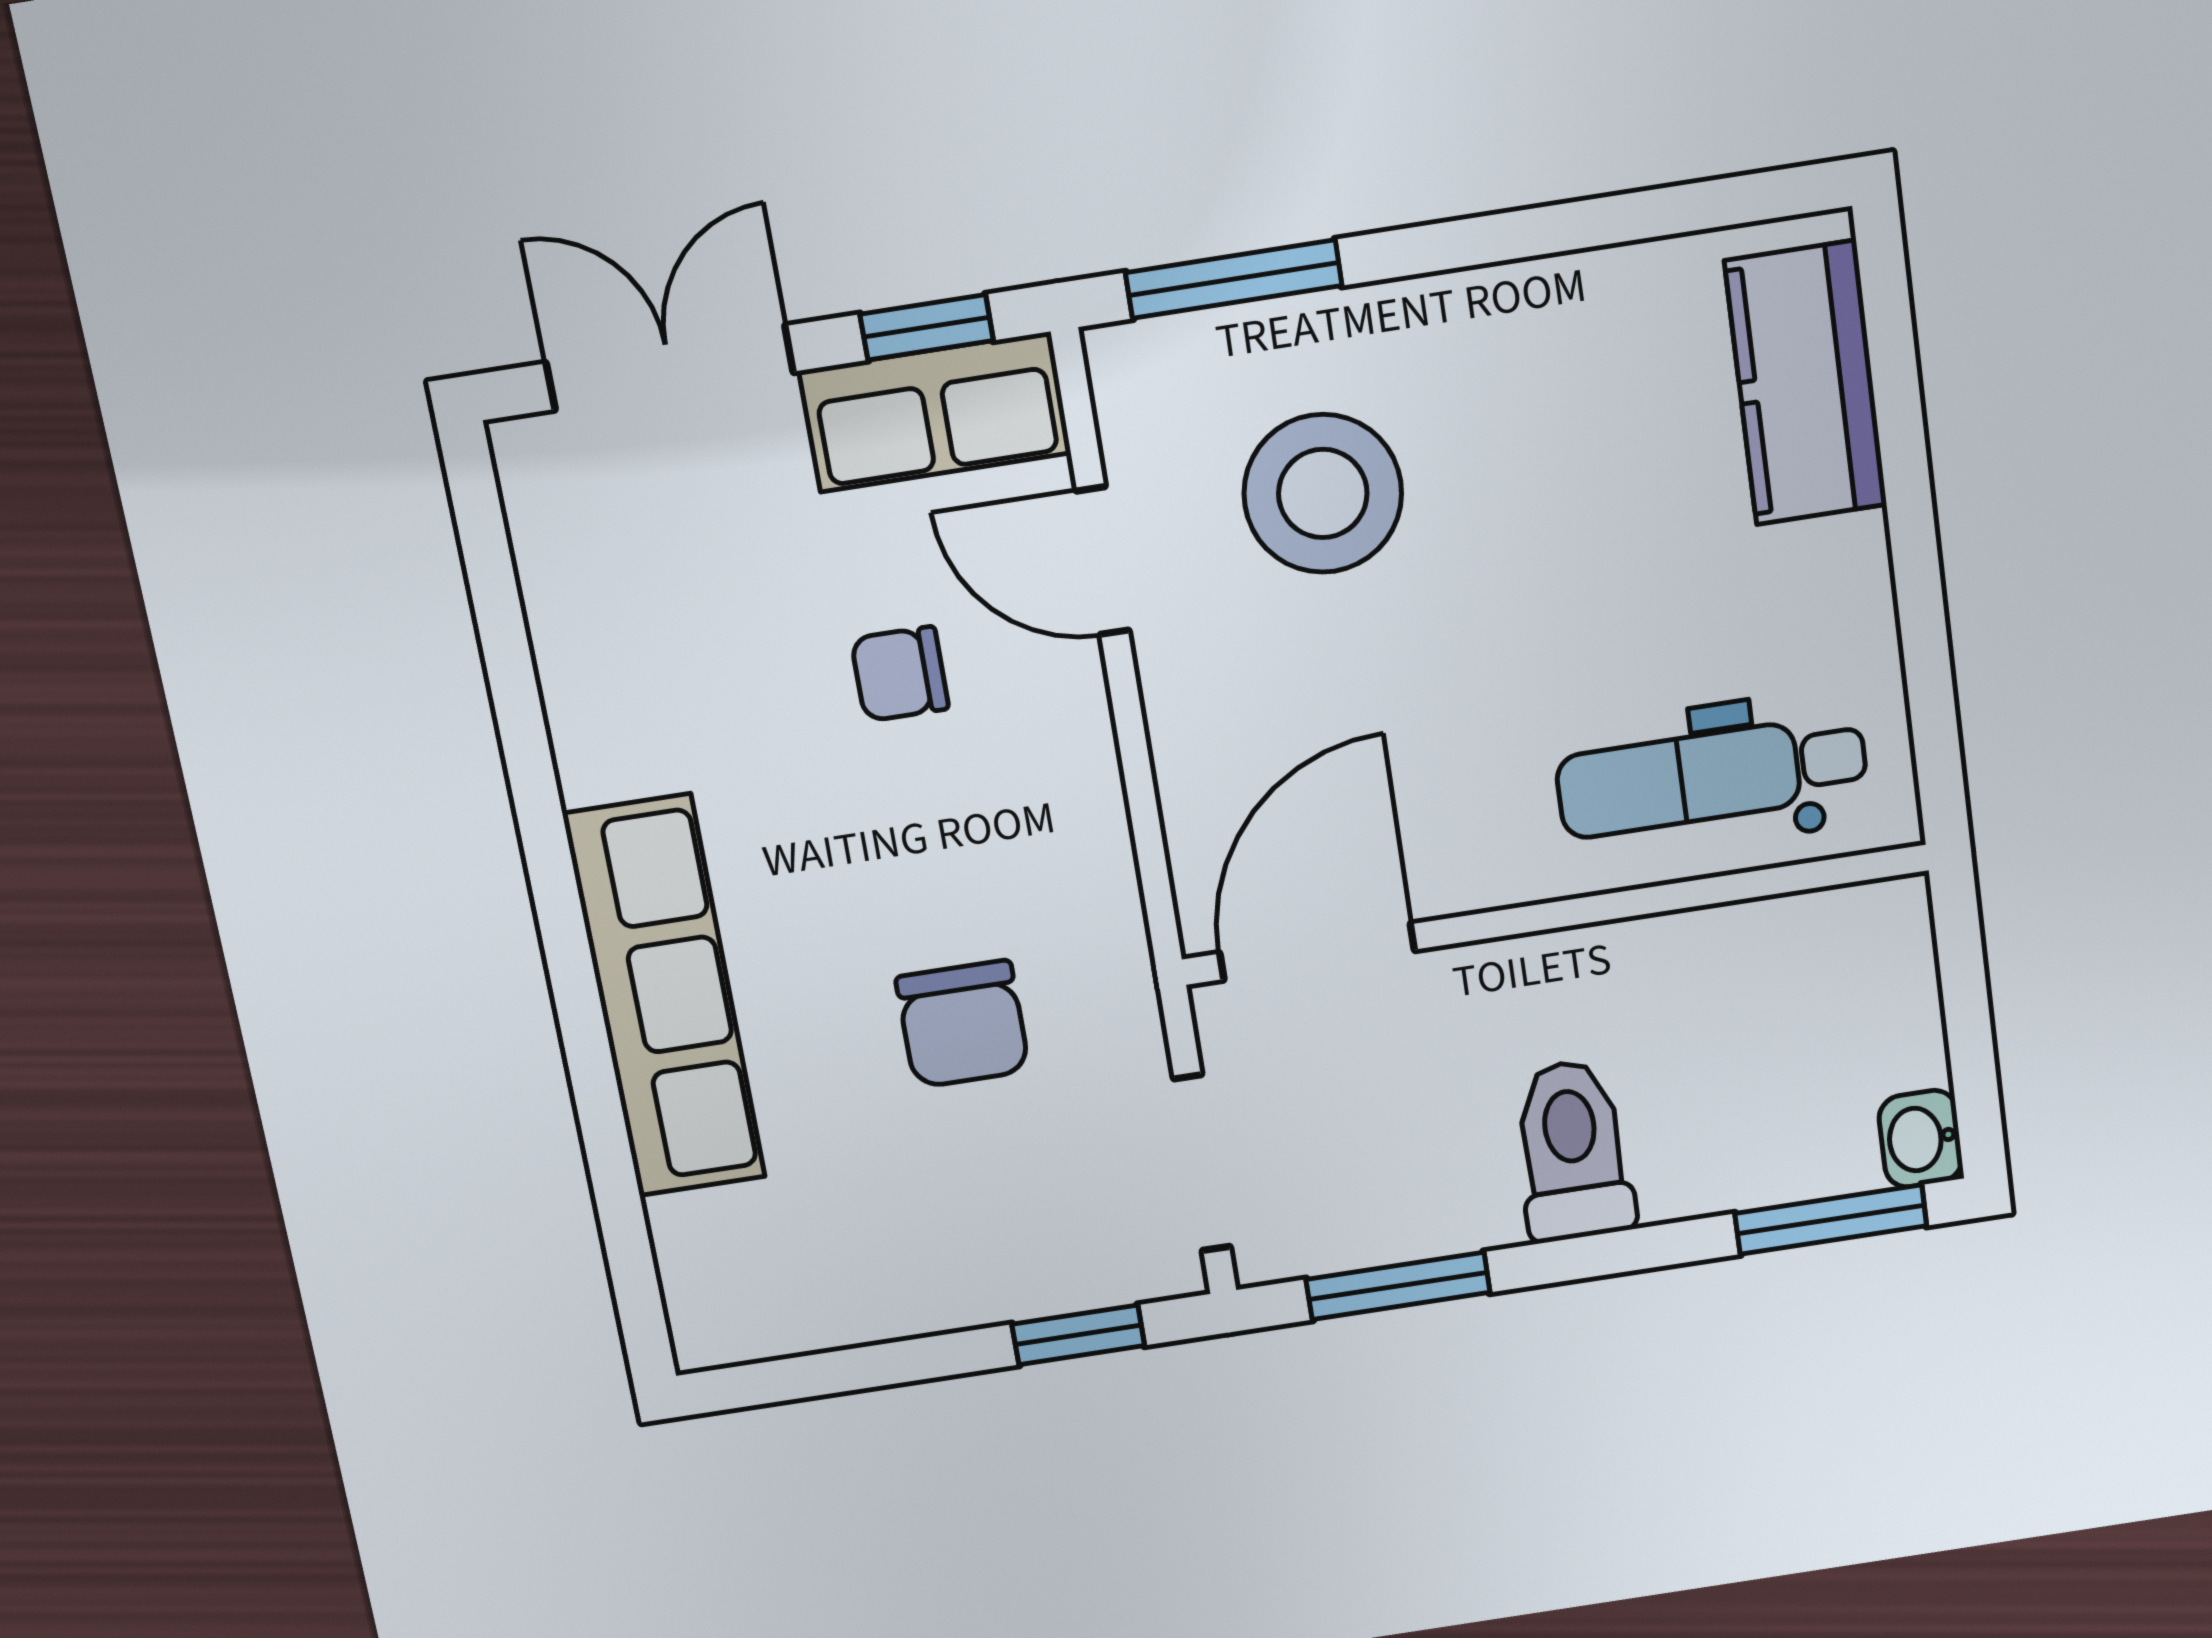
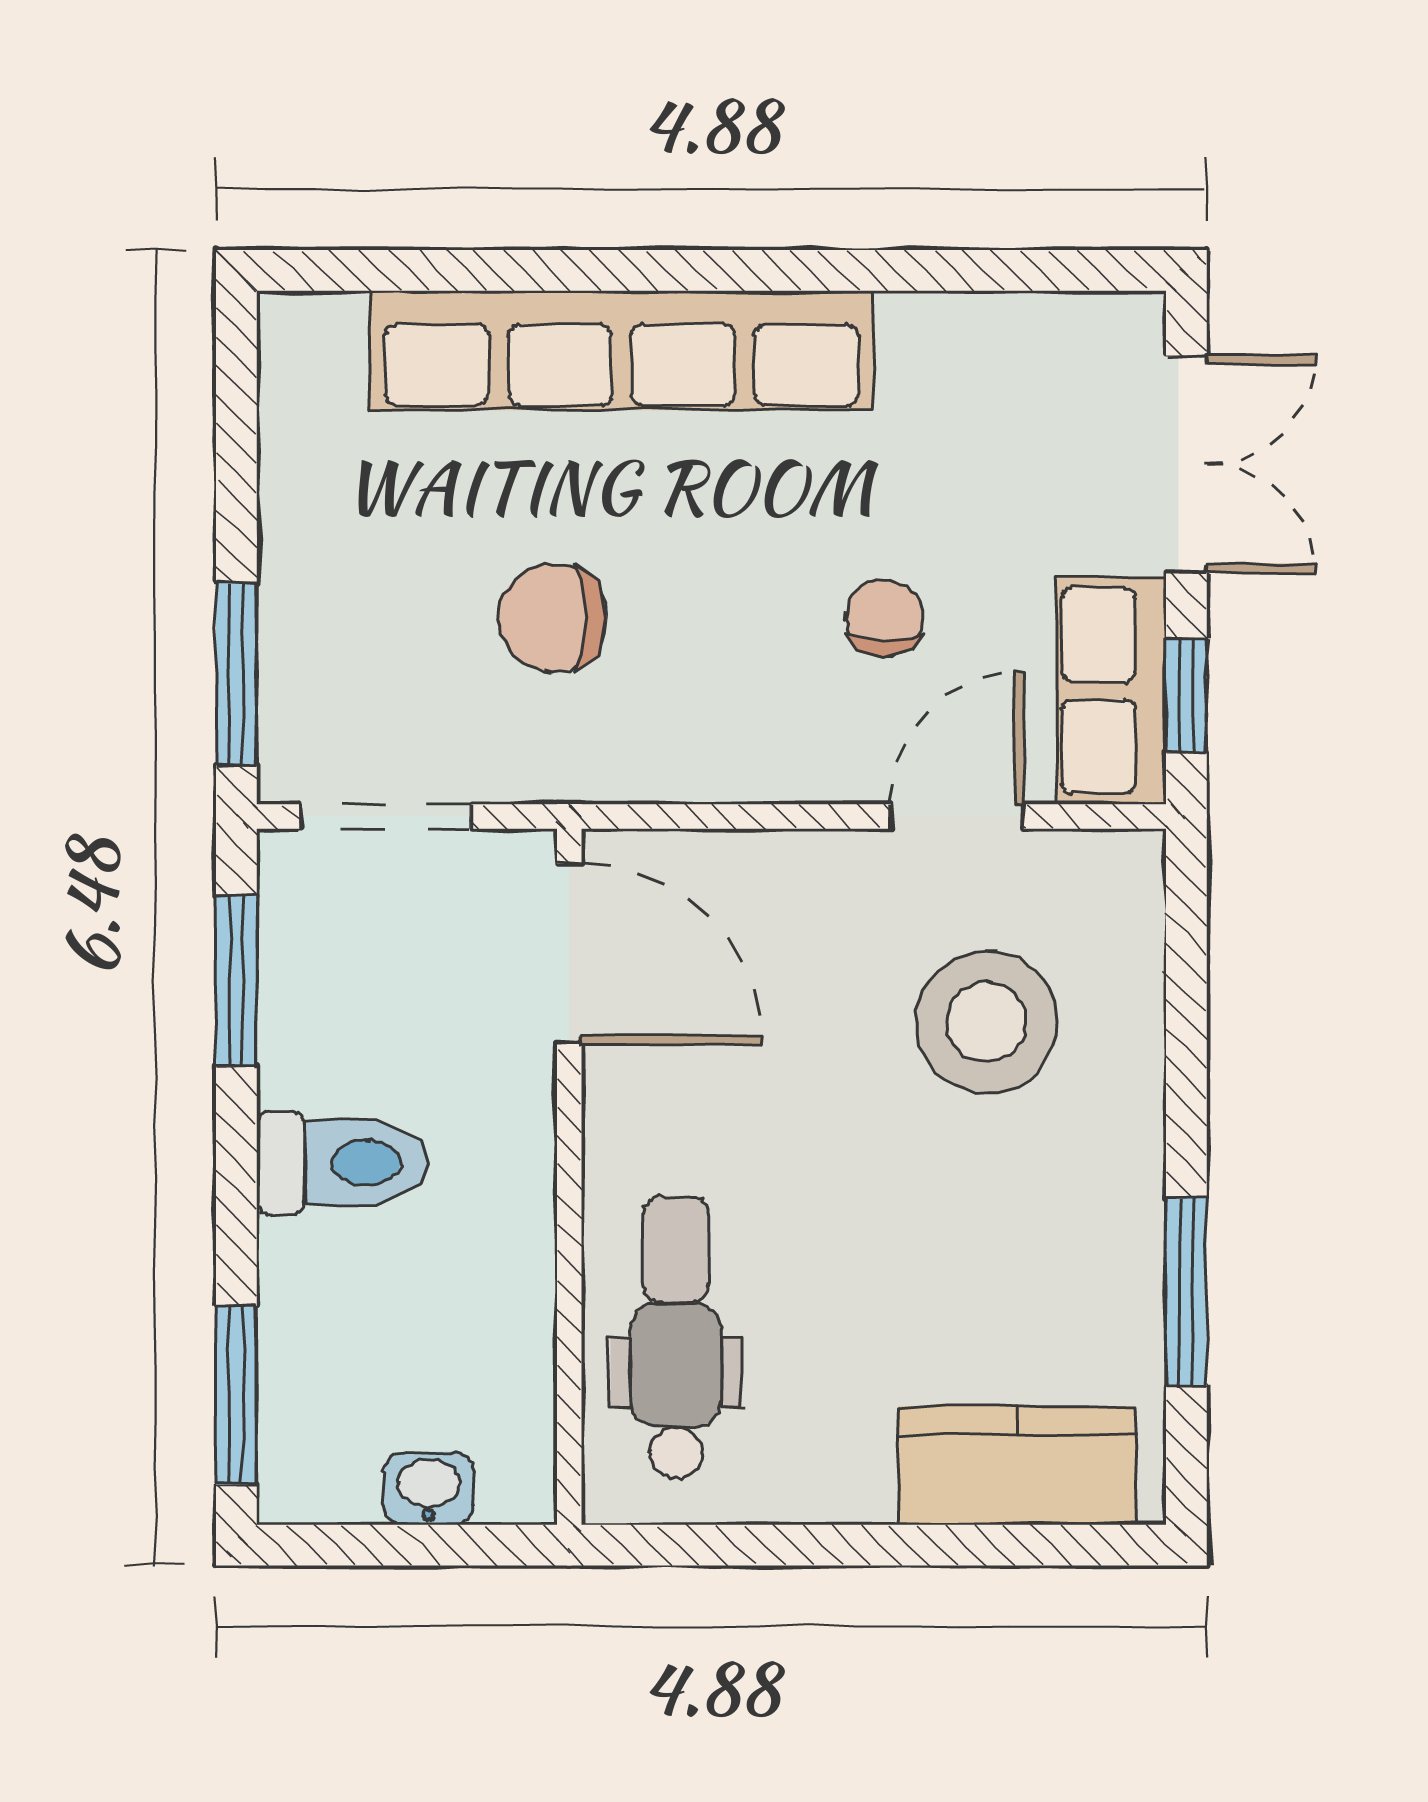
window: (1234, 279) -> (1186, 1292), moved
row of seats: (665, 997) -> (621, 350), width x1.36
washbasin: (1921, 1139) -> (428, 1488), moved
window: (1078, 1335) -> (236, 674), width x1.50

